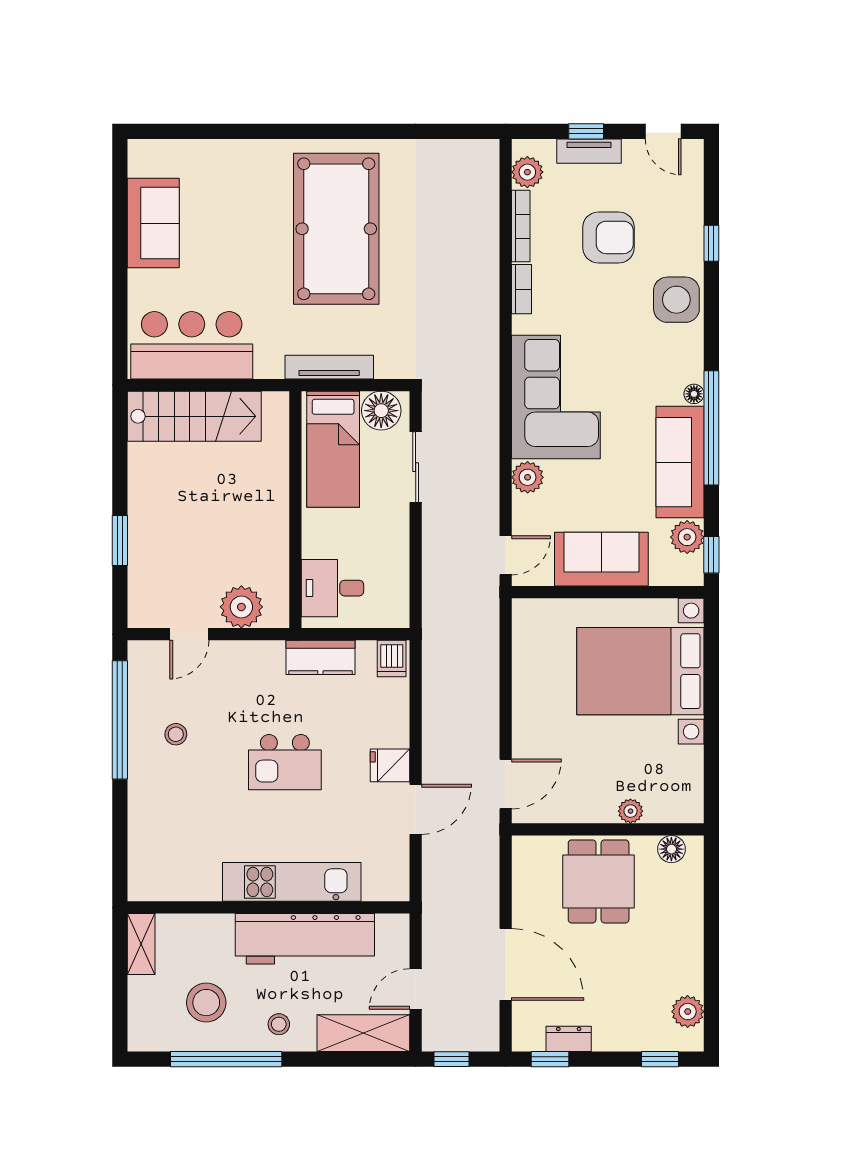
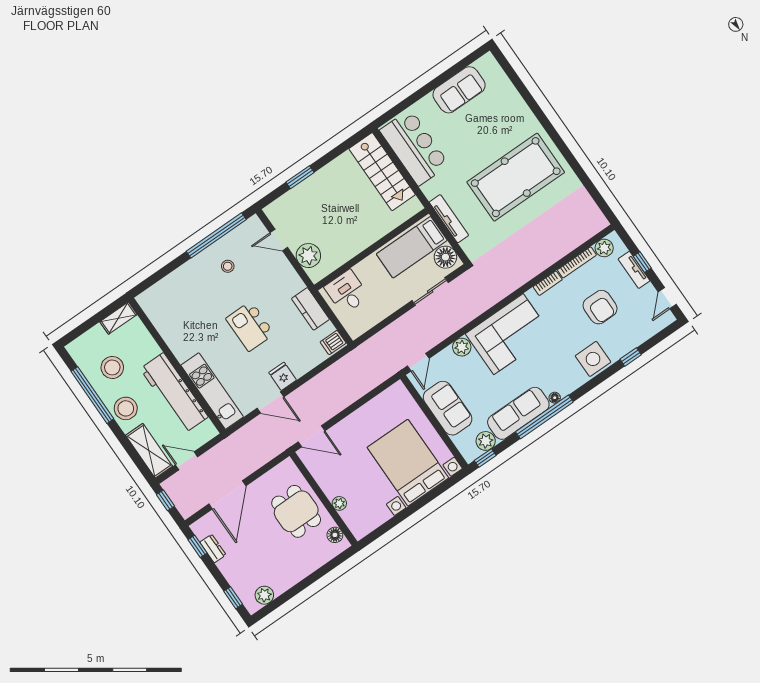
door: (506, 555) -> (418, 362), hinge flipped
dining table: (599, 881) -> (296, 511), turned 90
kitchen unit: (292, 882) -> (212, 391), moved
stool: (279, 1024) -> (126, 408), width x1.89, depth x1.89

